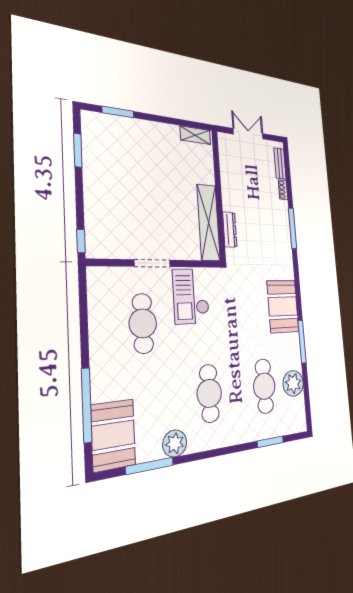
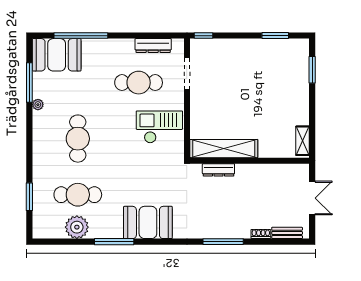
doorway: (152, 263) -> (187, 74), moved
dresser: (96, 306) -> (153, 46), added
cafe table: (209, 393) -> (78, 139), turned 90
plant: (175, 443) -> (38, 105), width x0.53, depth x0.53

